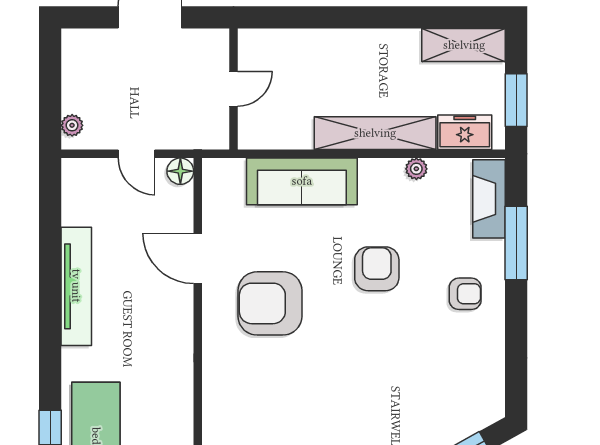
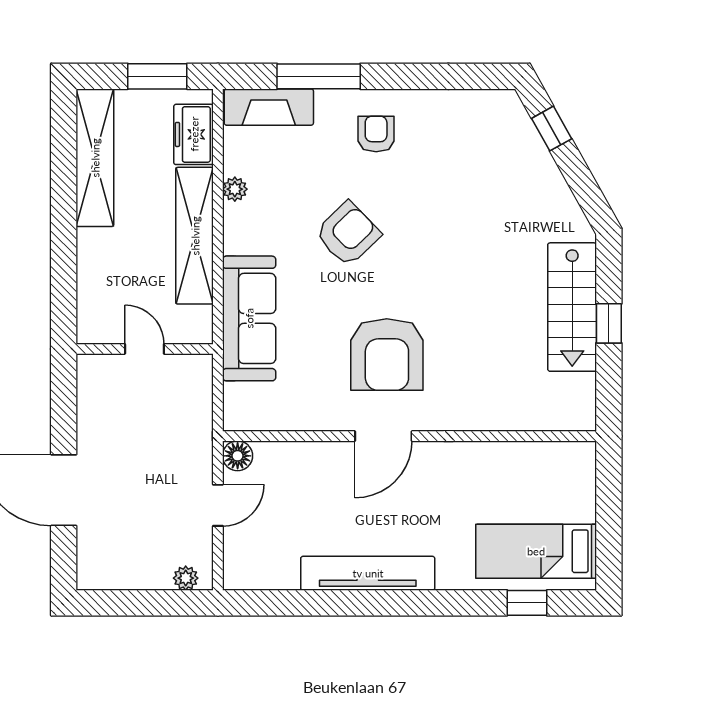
shelving: (464, 45) -> (95, 158), width x1.47
door: (234, 89) -> (144, 349), moved
wall: (234, 89) -> (145, 349), moved
door: (198, 258) -> (383, 436), moved
armchair: (377, 269) -> (348, 234), turned 136

